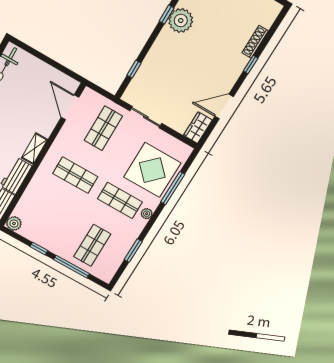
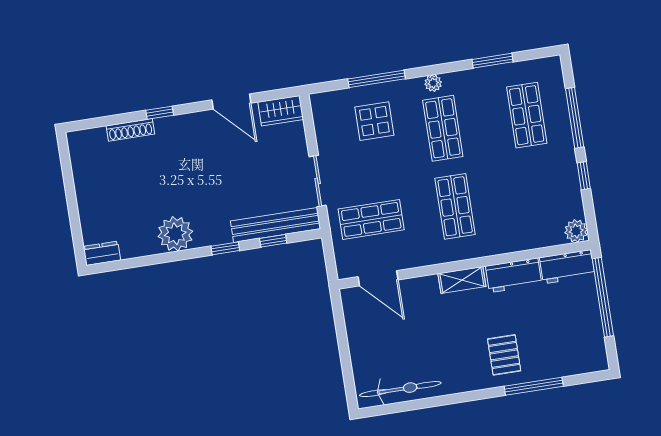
window: (167, 14) -> (225, 248), moved
bench: (141, 77) -> (275, 225), added
door: (70, 107) -> (378, 278), hinge flipped
display table: (152, 170) -> (374, 121), width x0.54, depth x0.54
shop shelf: (92, 245) -> (527, 115), turned 90

